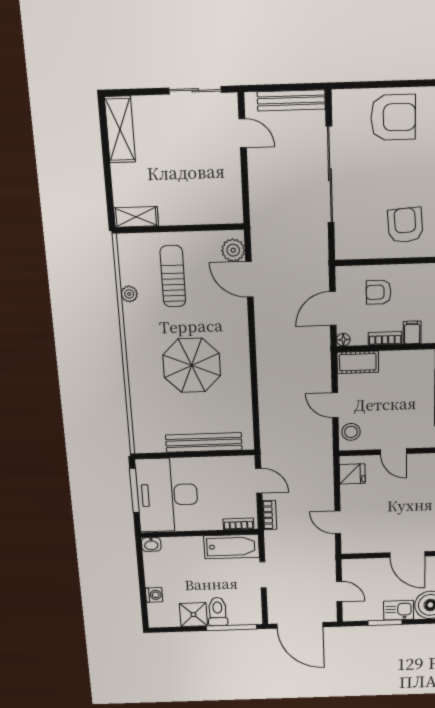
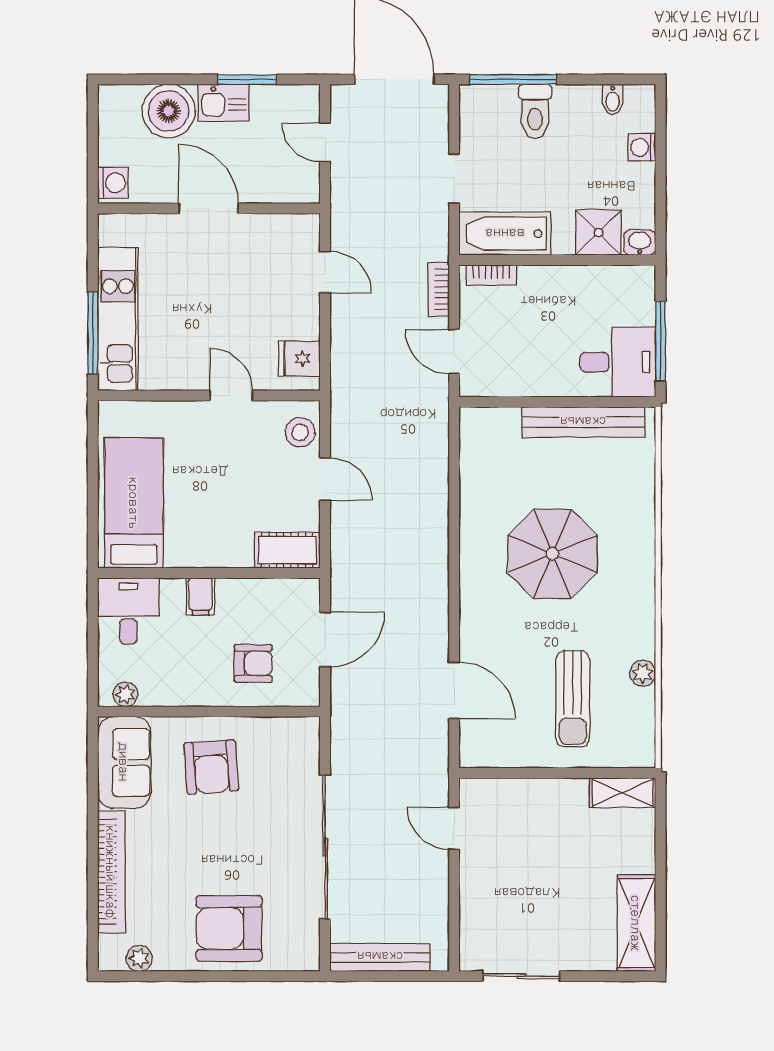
door: (243, 133) -> (454, 828), moved
plant: (233, 250) -> (477, 737), removed
bookcase: (385, 338) -> (243, 588), removed
floor lamp: (343, 340) -> (310, 588), removed
bench: (204, 442) -> (583, 422), moved
desk: (167, 495) -> (618, 362), width x0.53, depth x0.77
shower: (193, 615) -> (598, 233), moved
bidet: (173, 619) -> (613, 99), added

